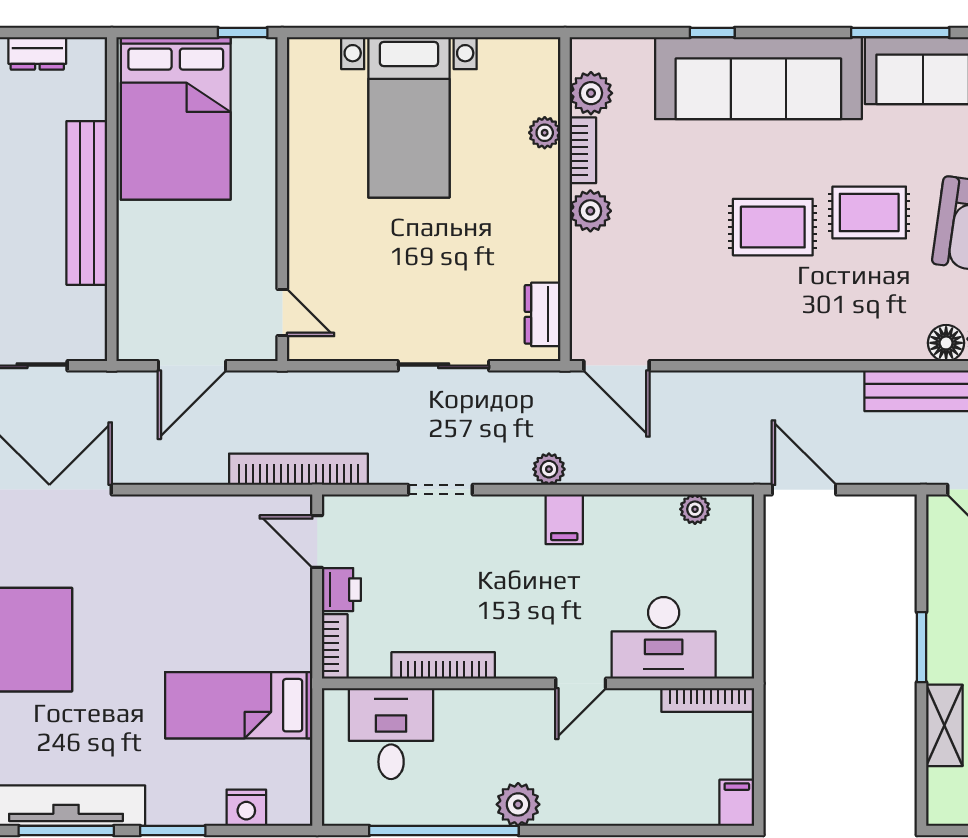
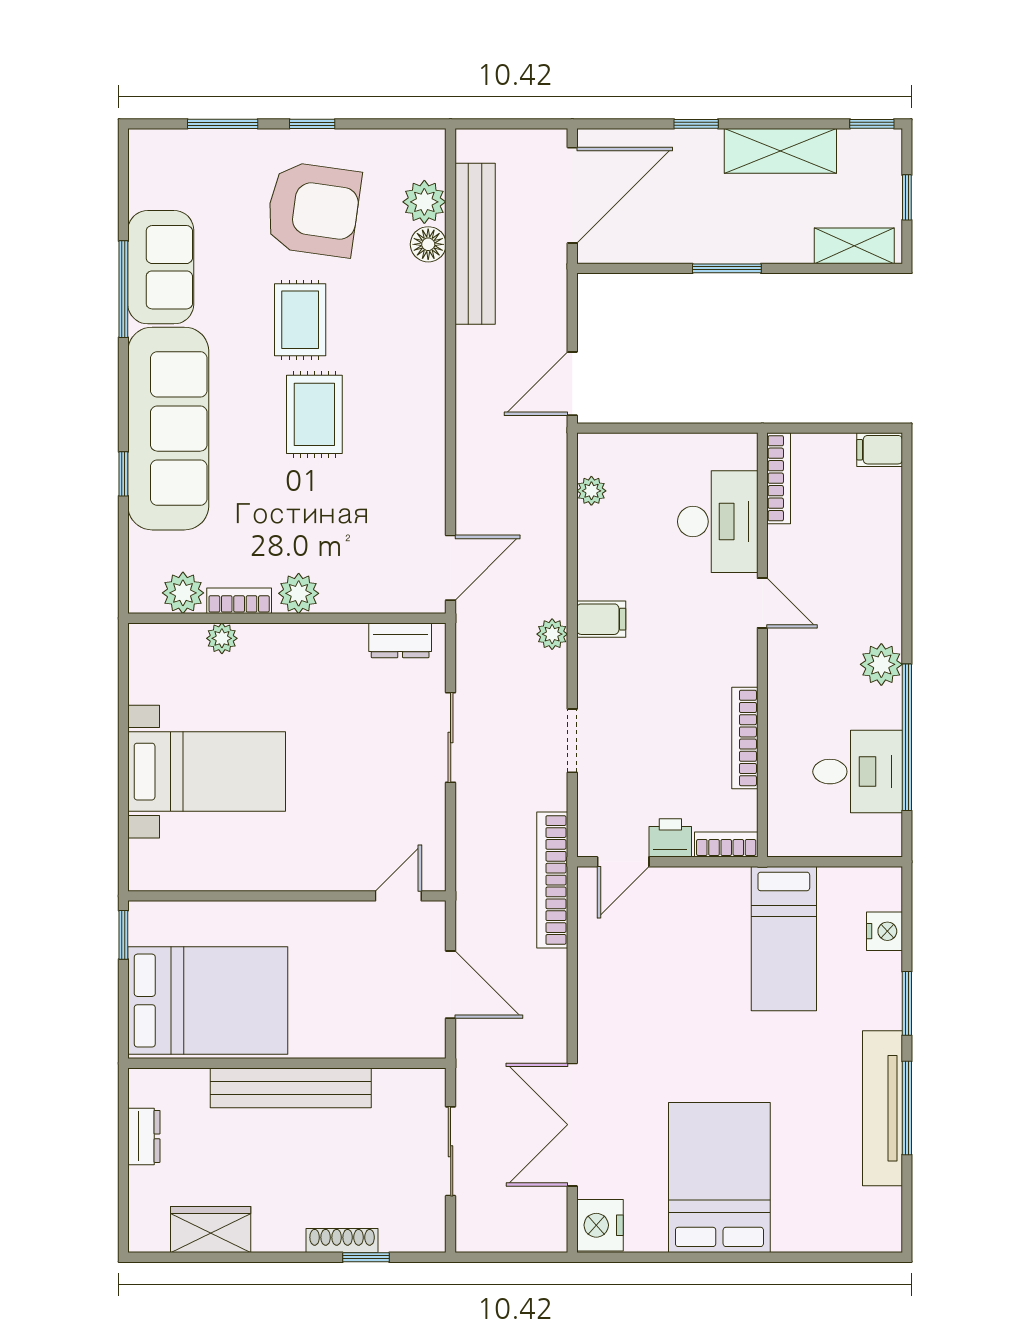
shelving: (944, 725) -> (854, 246), moved
desk: (391, 734) -> (858, 772), moved, turned 180

